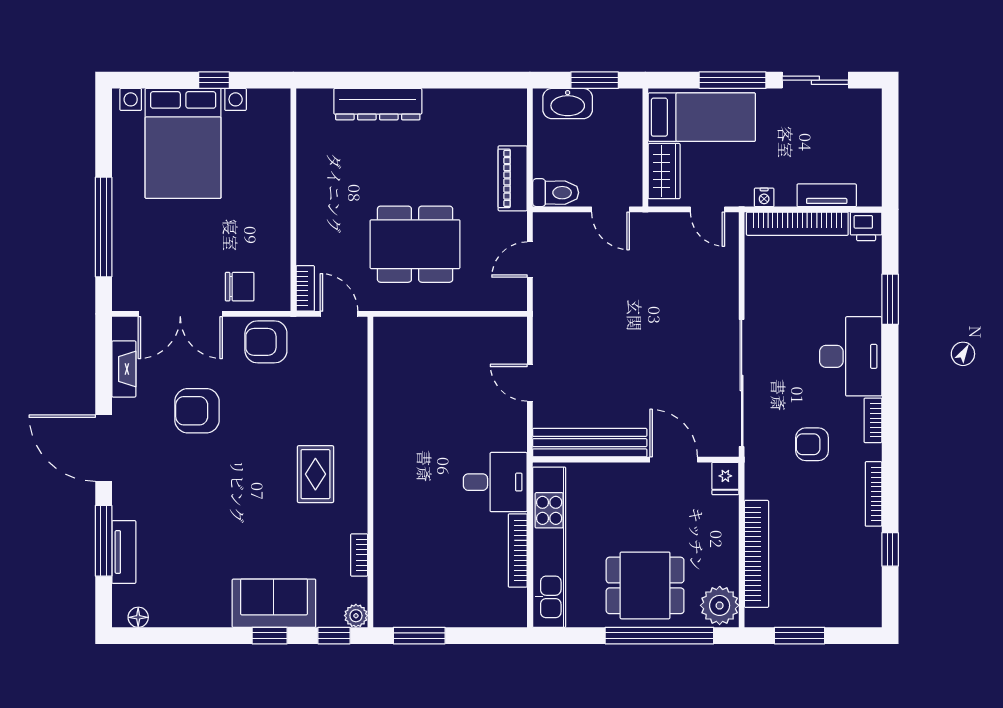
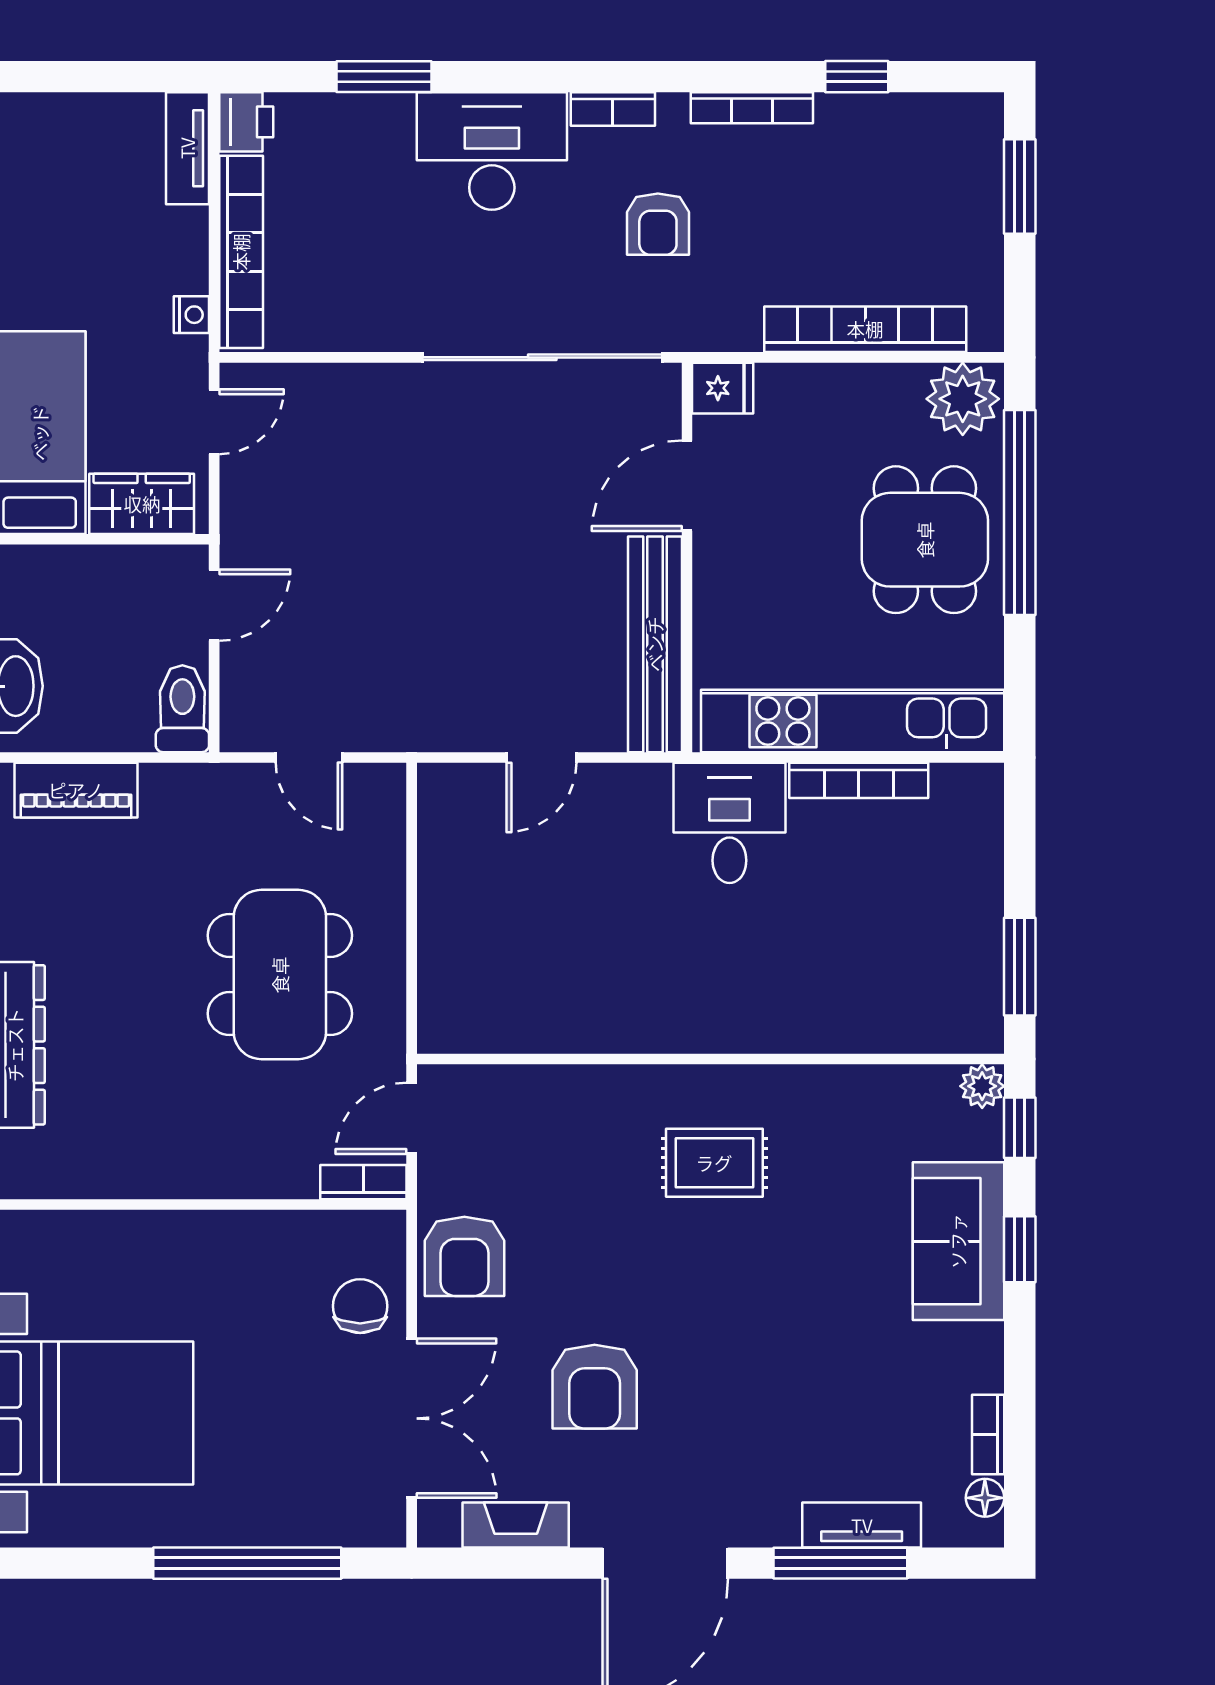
piano: (513, 178) -> (76, 790), moved
tv unit: (827, 195) -> (187, 148), moved
bookcase: (359, 555) -> (988, 1435), moved, turned 90
window: (800, 636) -> (1020, 187), moved

